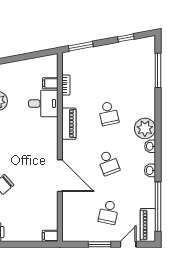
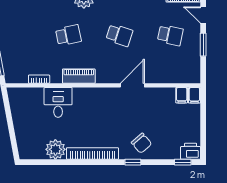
filing cabinet: (50, 83) -> (182, 95), moved
school desk: (109, 163) -> (119, 35), turned 39
door: (60, 176) -> (132, 85), width x0.73

